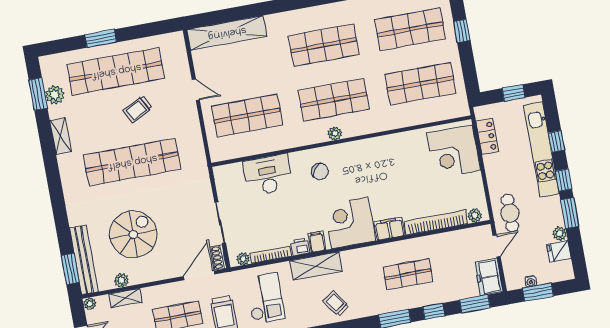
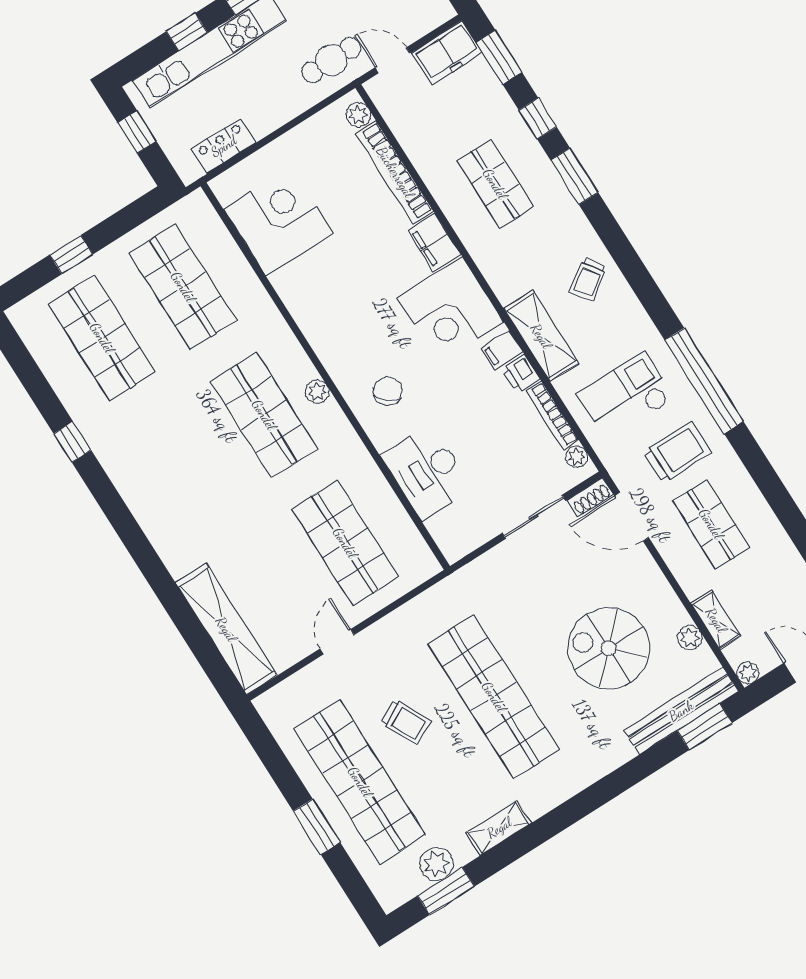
shop shelf: (324, 45) -> (183, 466), removed
corner desk: (454, 151) -> (278, 221), moved, turned -90

